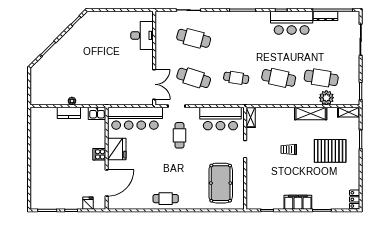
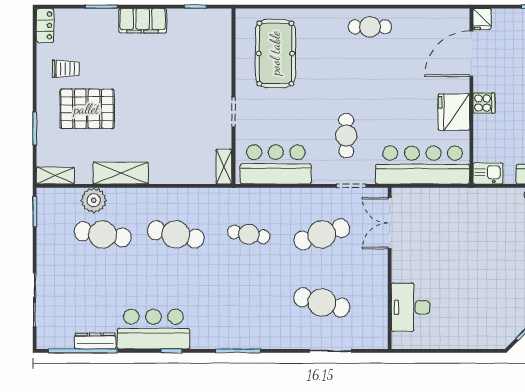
cafe table: (194, 78) -> (322, 234), turned -36
trolley: (289, 150) -> (66, 69), moved
fridge: (88, 203) -> (482, 19), moved

